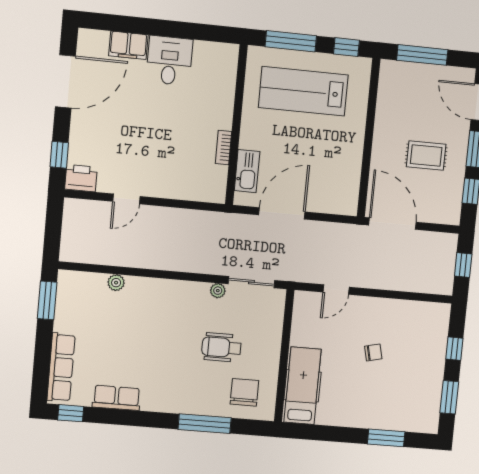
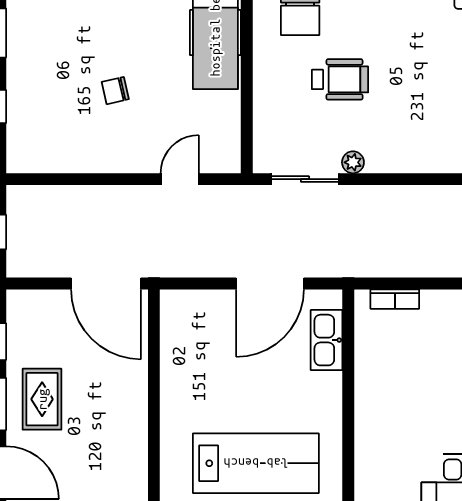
bookcase: (223, 148) -> (395, 299), moved, turned 90
rug: (426, 156) -> (42, 399), moved, turned 90

